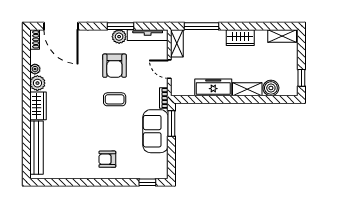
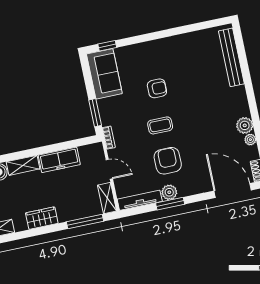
wardrobe: (38, 106) -> (239, 102), removed
sofa: (155, 131) -> (104, 74), moved
armchair: (107, 159) -> (157, 88), moved

